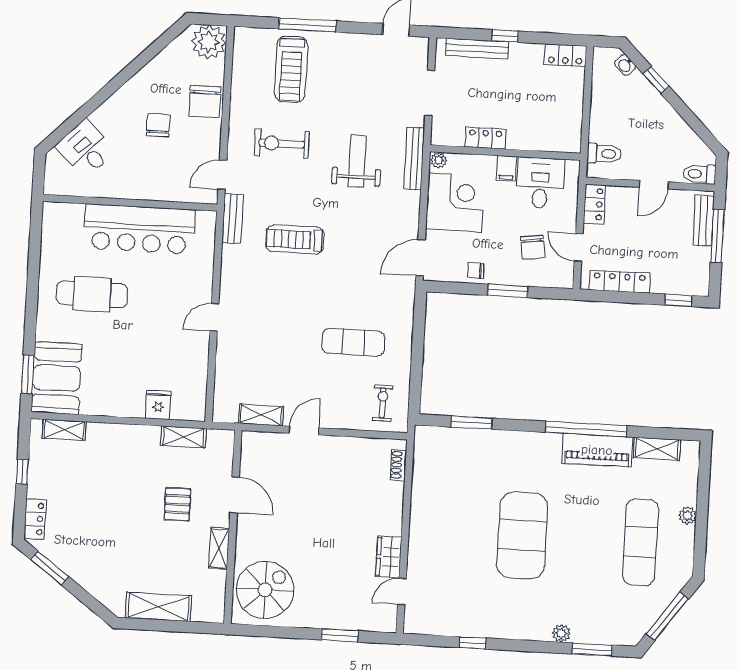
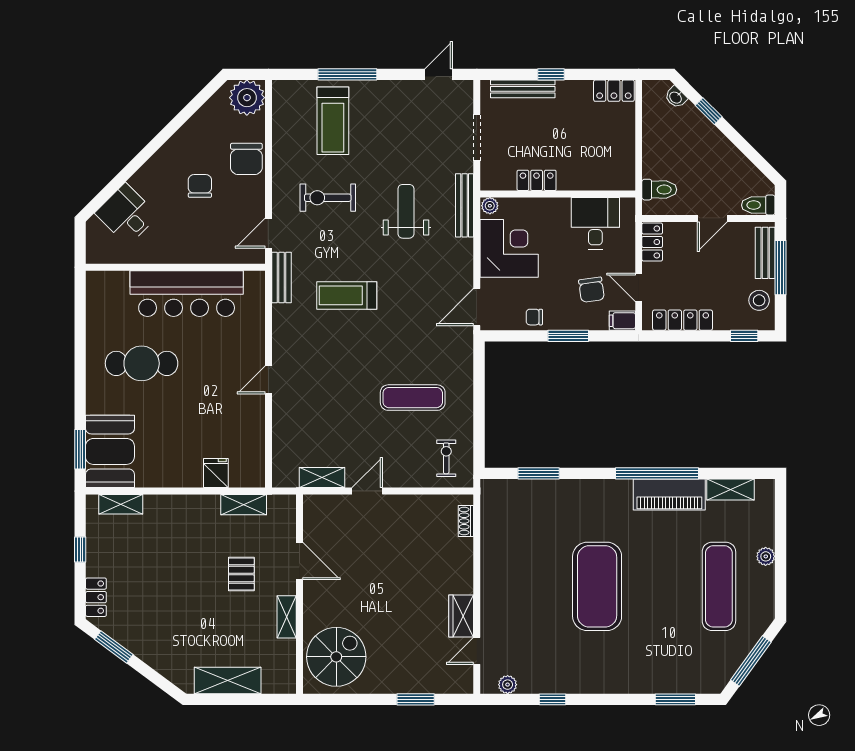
filing cabinet: (506, 168) -> (622, 321), moved, turned 90
stool: (695, 267) -> (759, 300), added
plant: (561, 633) -> (508, 685), moved

